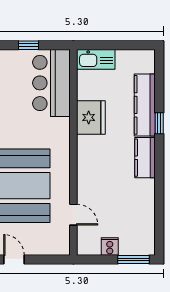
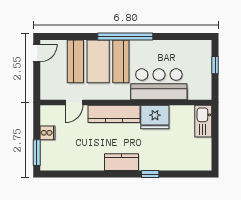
bar counter: (51, 83) -> (159, 84), moved
kitchen counter: (145, 105) -> (114, 114), moved, turned 180

